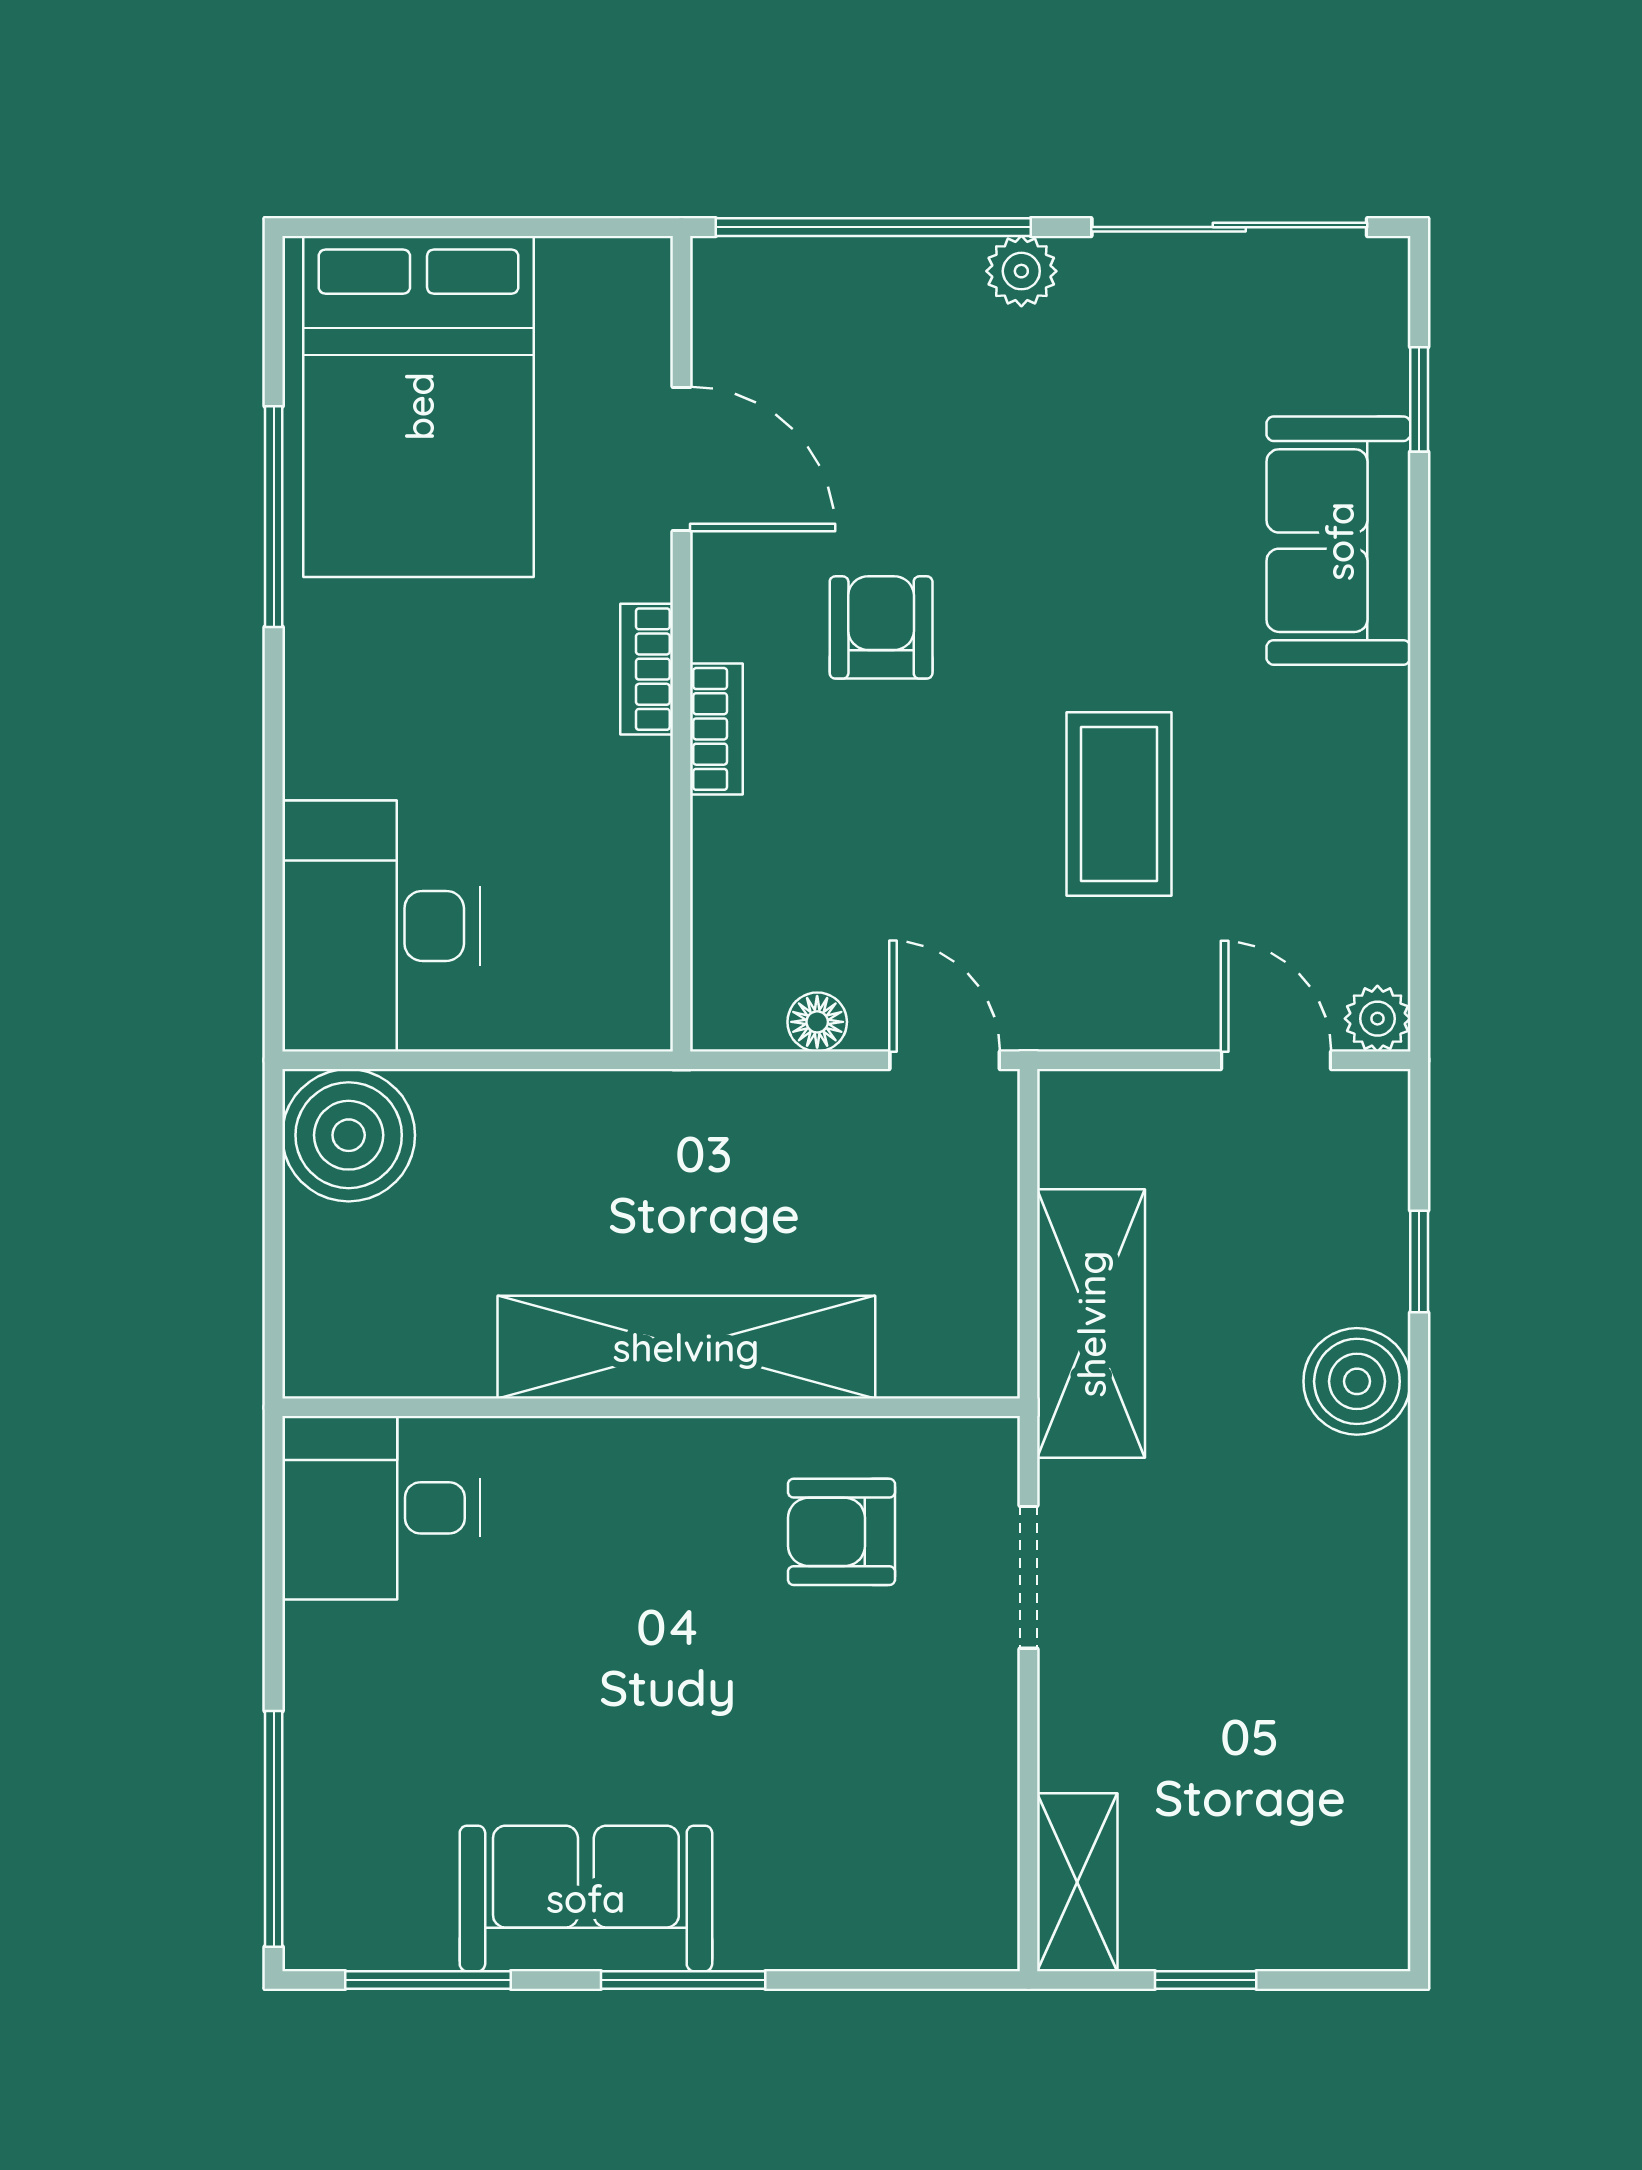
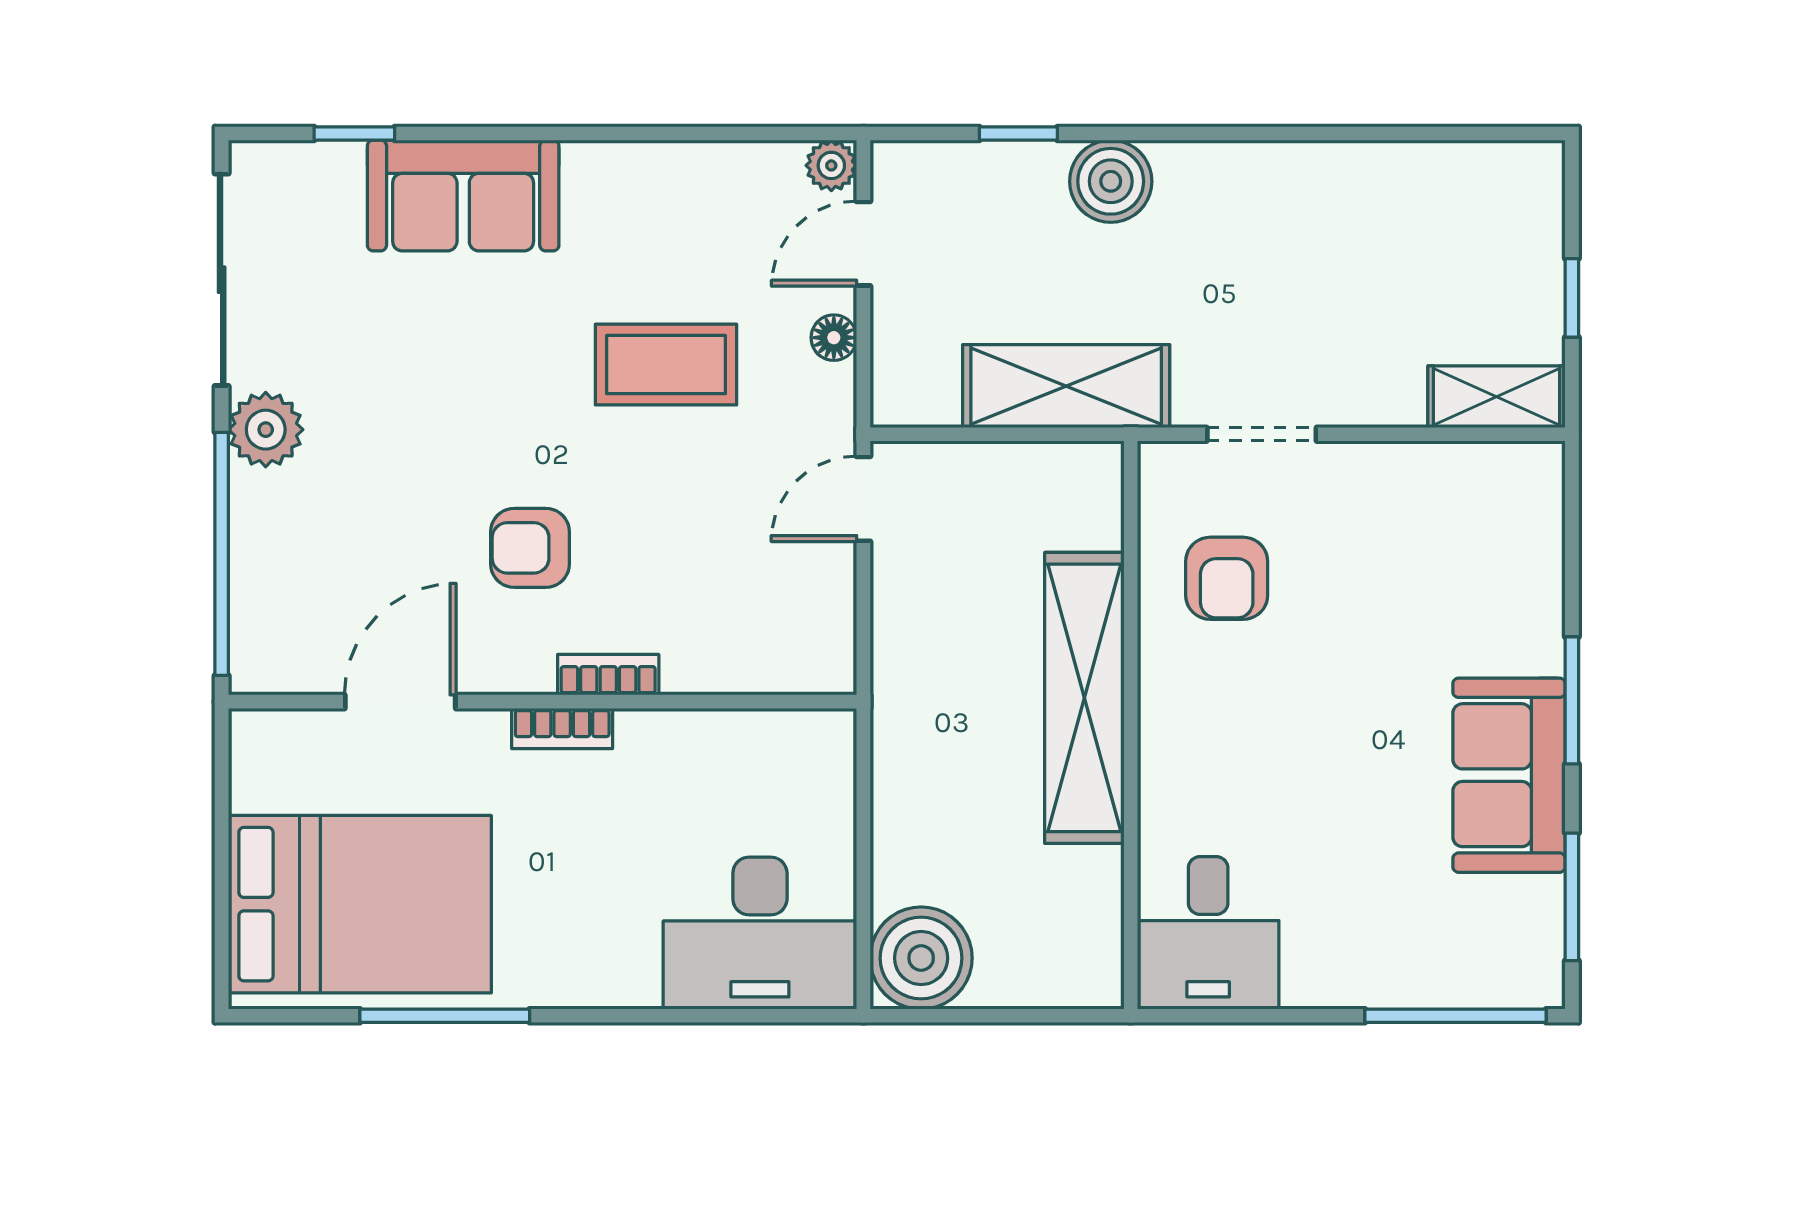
plant: (1021, 271) -> (266, 430), width x1.38, depth x1.38
floor lamp: (817, 1022) -> (834, 338), moved

